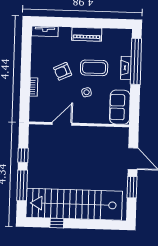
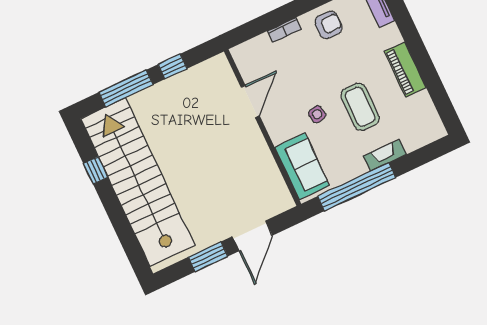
window: (136, 61) -> (357, 187), moved
armchair: (63, 71) -> (328, 25), moved, turned 115
sofa: (120, 107) -> (302, 166), moved, turned 90
door: (62, 124) -> (250, 101), hinge flipped

